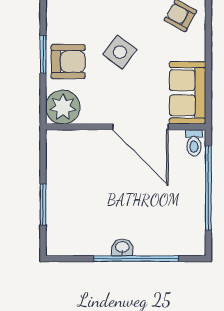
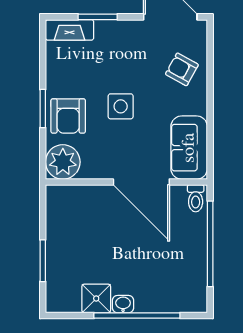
side table: (120, 52) -> (121, 106), turned -37
armchair: (68, 62) -> (68, 116), turned 90
shower: (96, 242) -> (96, 298), added

